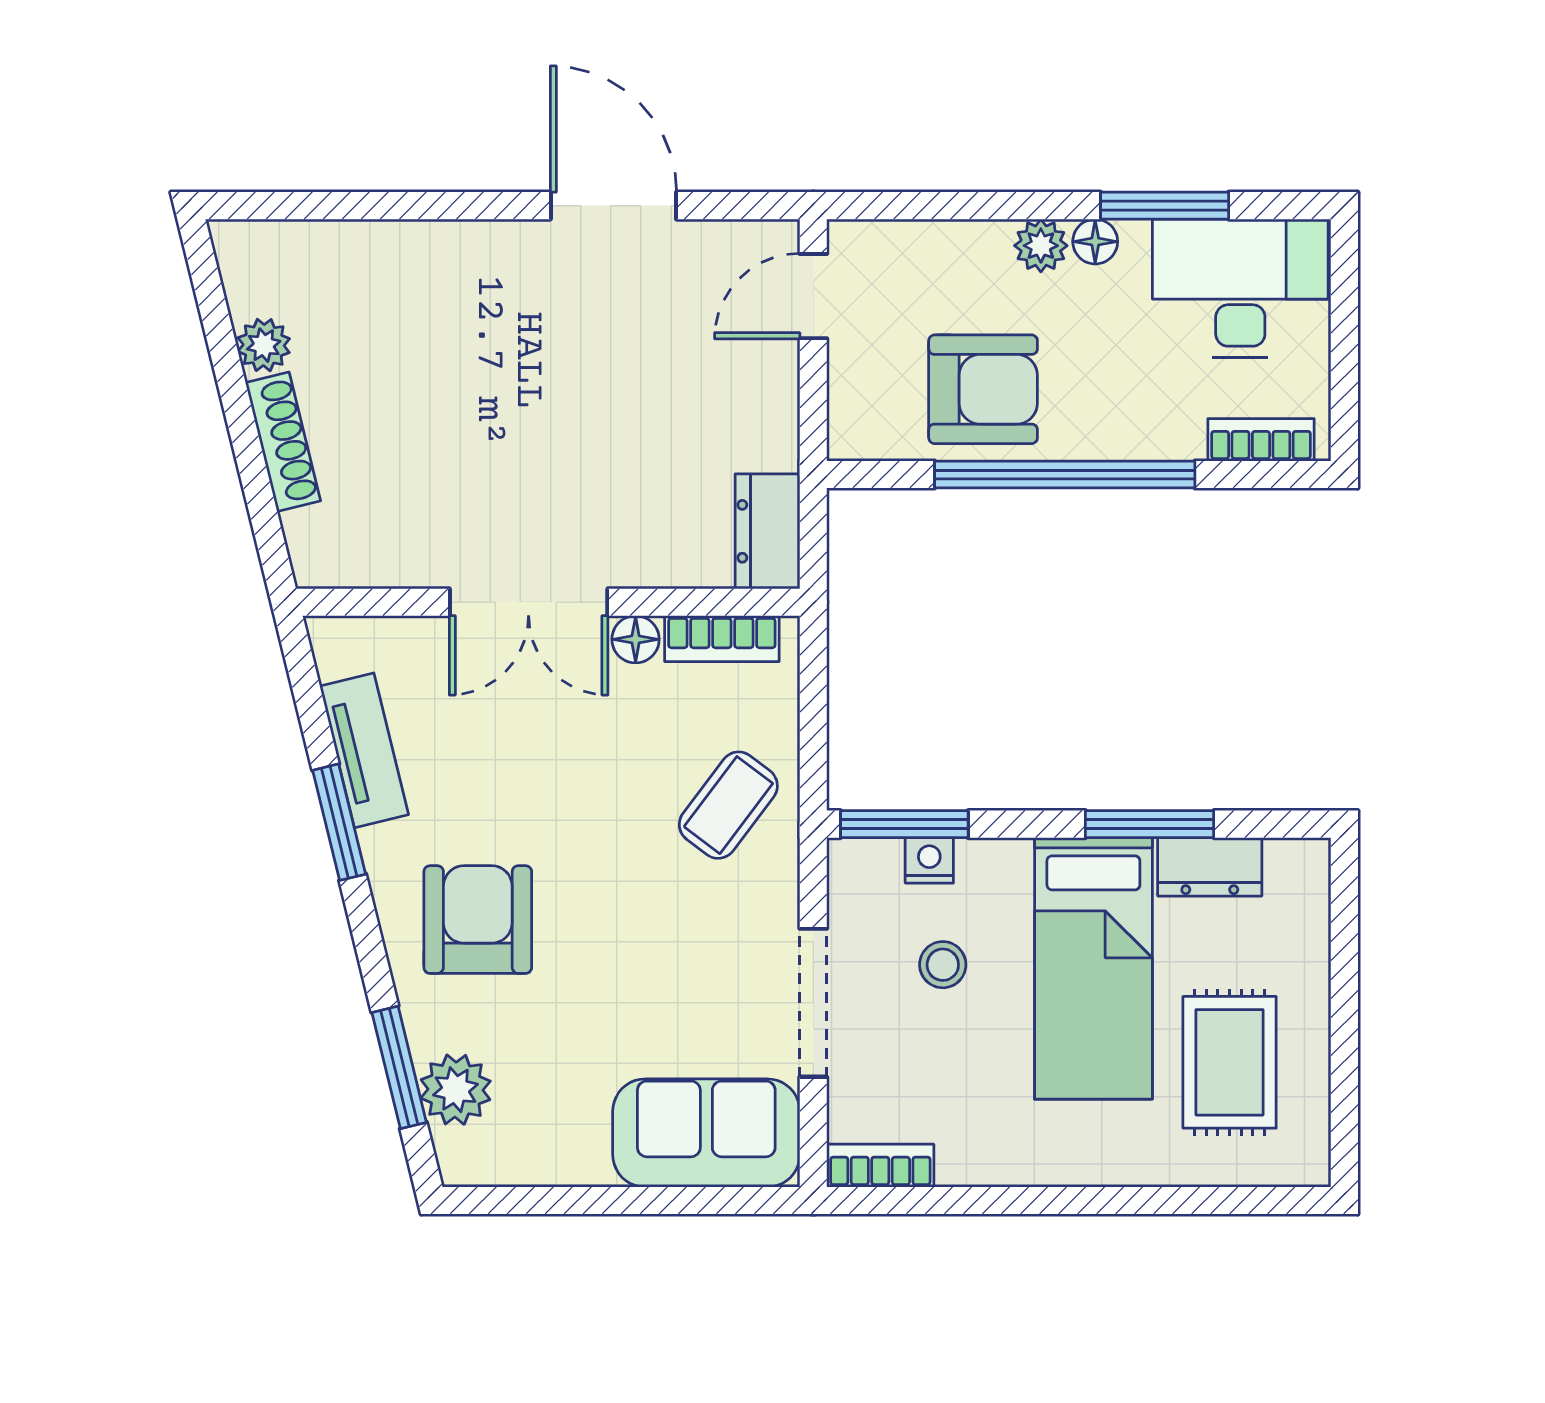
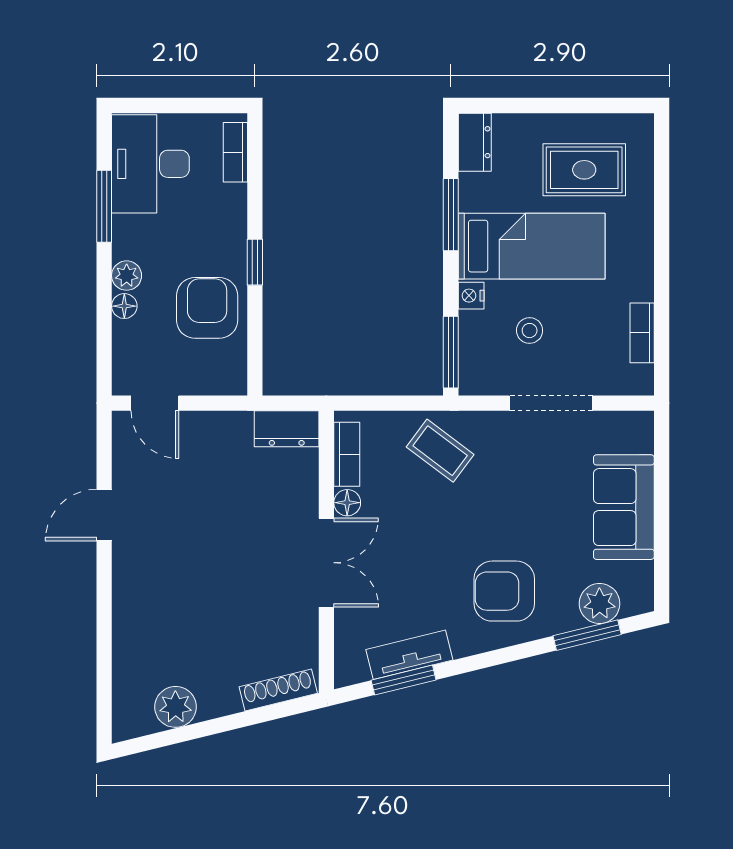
door: (613, 206) -> (104, 515), width x0.73
floor lamp: (1095, 242) -> (124, 306), moved
plant: (264, 345) -> (176, 707), width x1.38, depth x1.38
shoe rack: (283, 442) -> (278, 690), moved
window: (1065, 475) -> (255, 262), width x0.32
window: (339, 822) -> (404, 680), moved
nightstand: (929, 860) -> (471, 296), moved
dresser: (1210, 867) -> (475, 142), moved
sofa: (706, 1133) -> (624, 507), moved
bookcase: (880, 1166) -> (642, 333), moved

